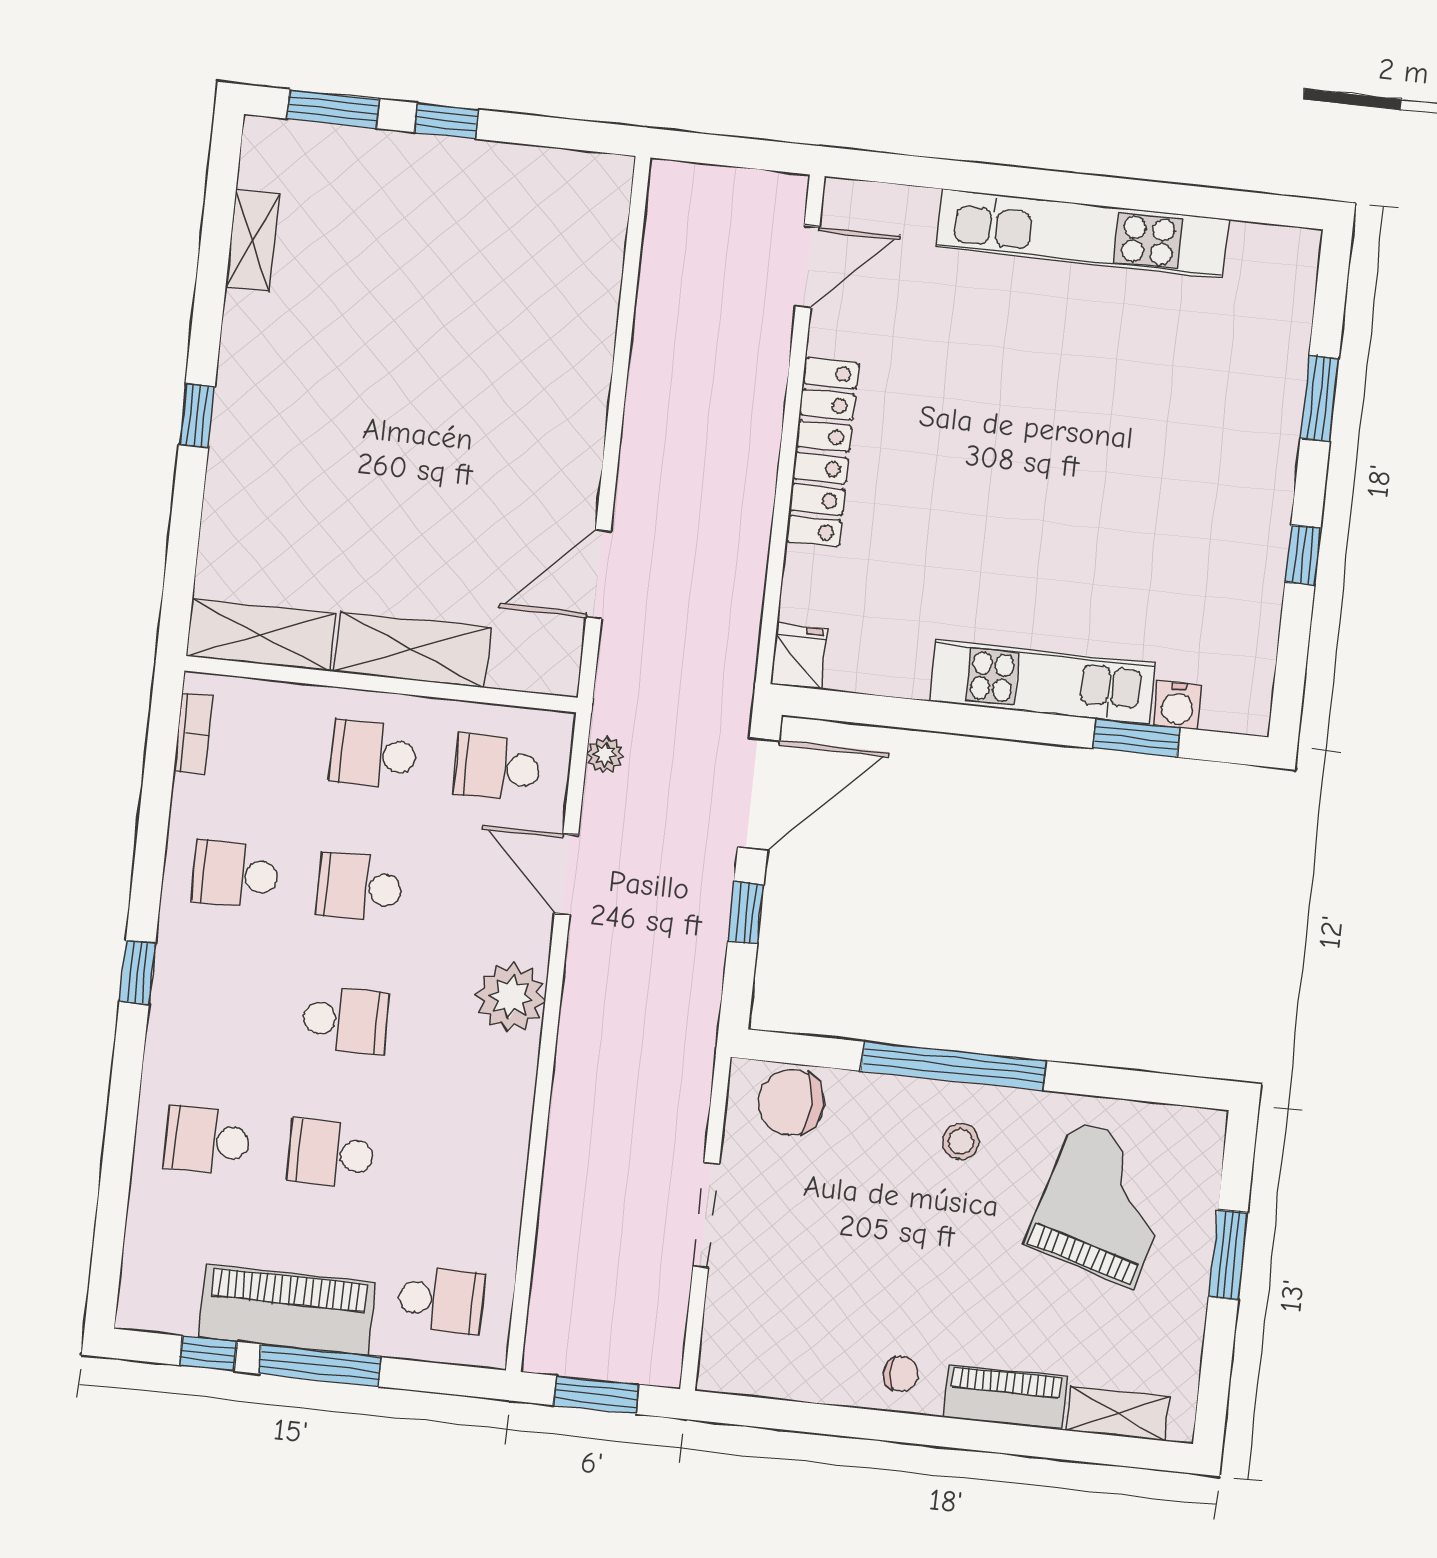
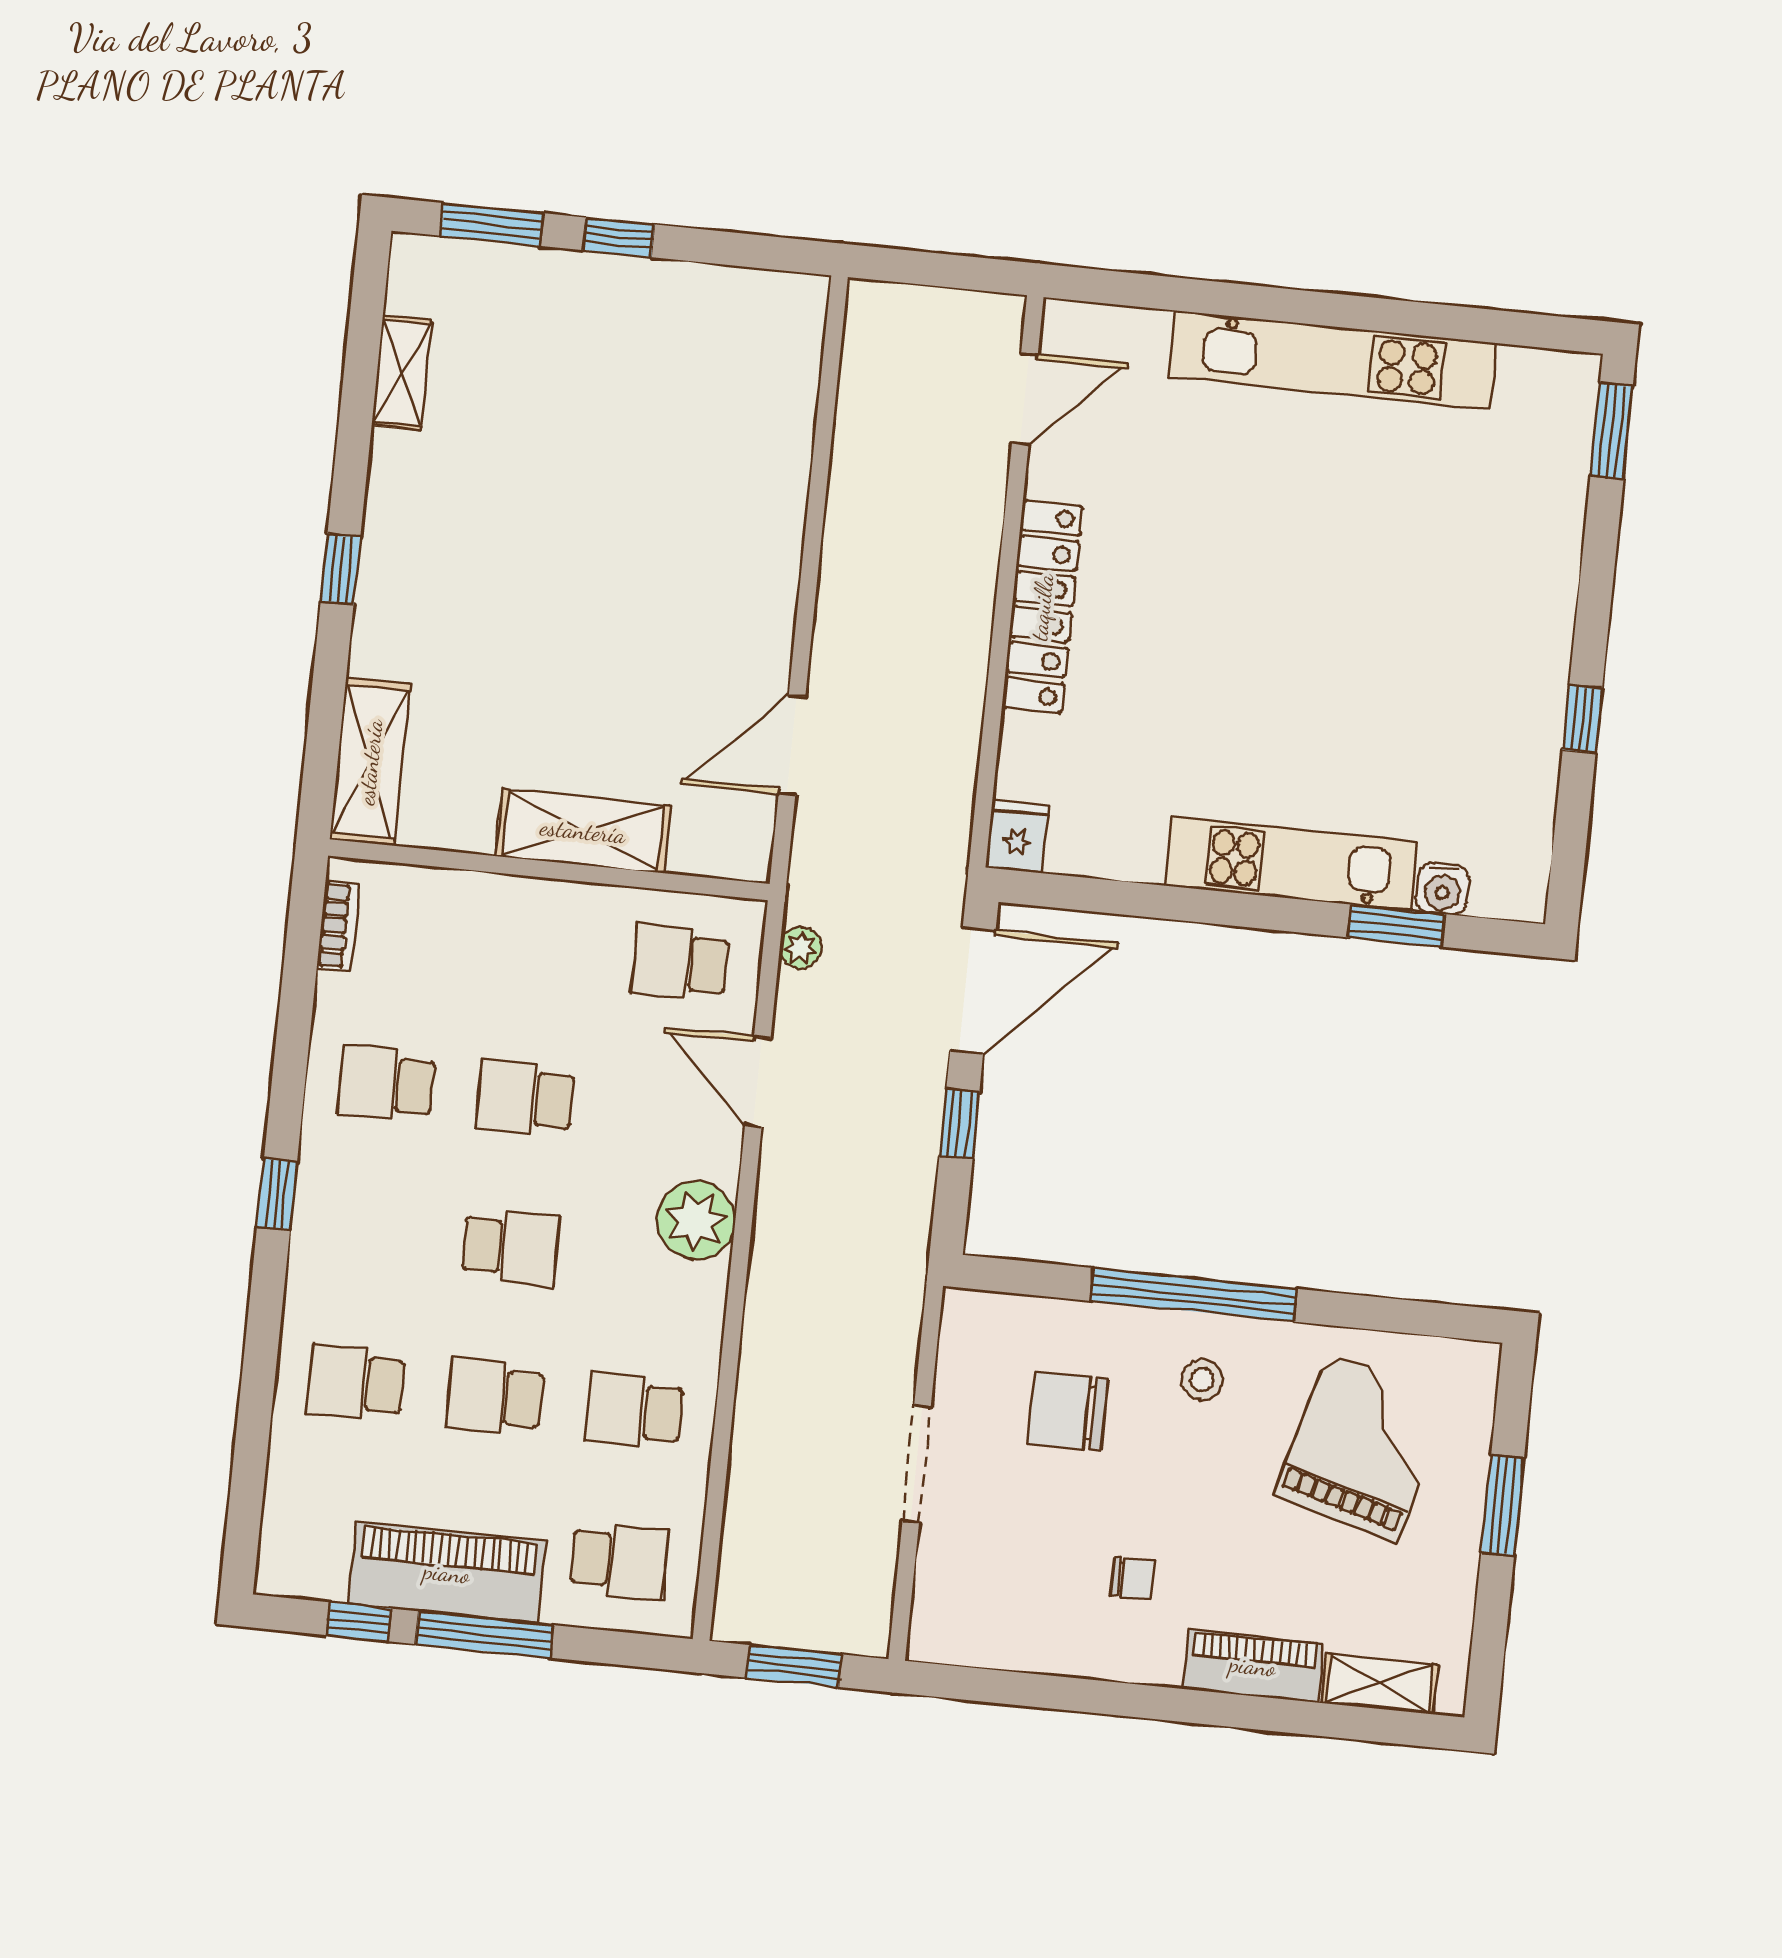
window: (1320, 398) -> (1612, 431), moved
shelving: (261, 635) -> (370, 762), moved, turned 90
school desk: (374, 754) -> (634, 1411), moved
chair: (791, 1102) -> (1068, 1411), moved
chair: (901, 1374) -> (1132, 1578), moved

